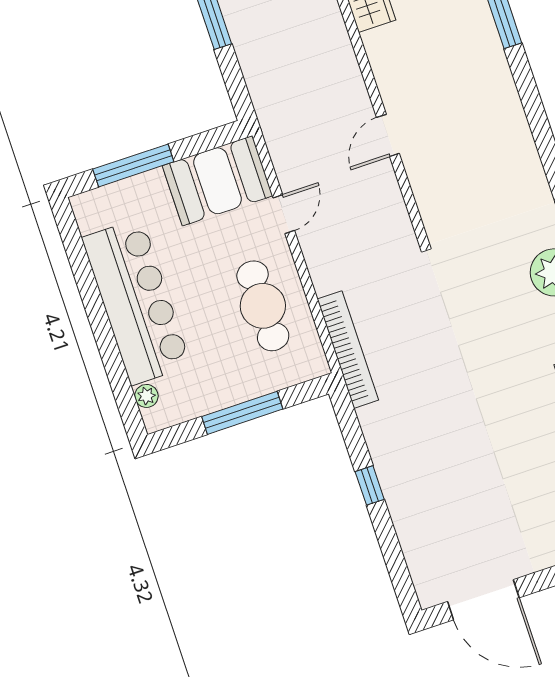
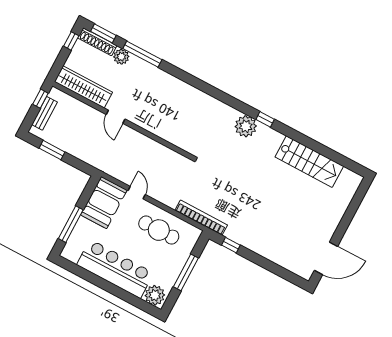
door: (388, 135) -> (116, 117), moved
plant: (146, 396) -> (155, 295), width x1.88, depth x1.88
window: (370, 485) -> (231, 245), moved

